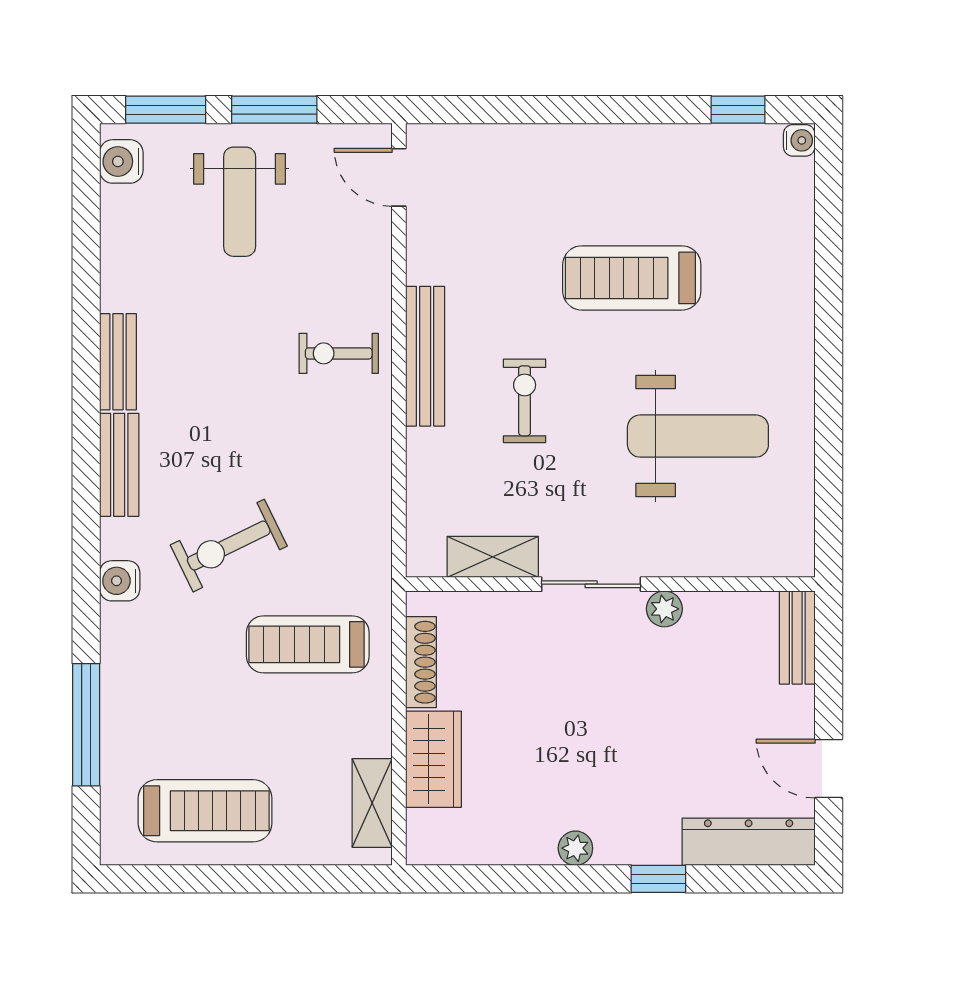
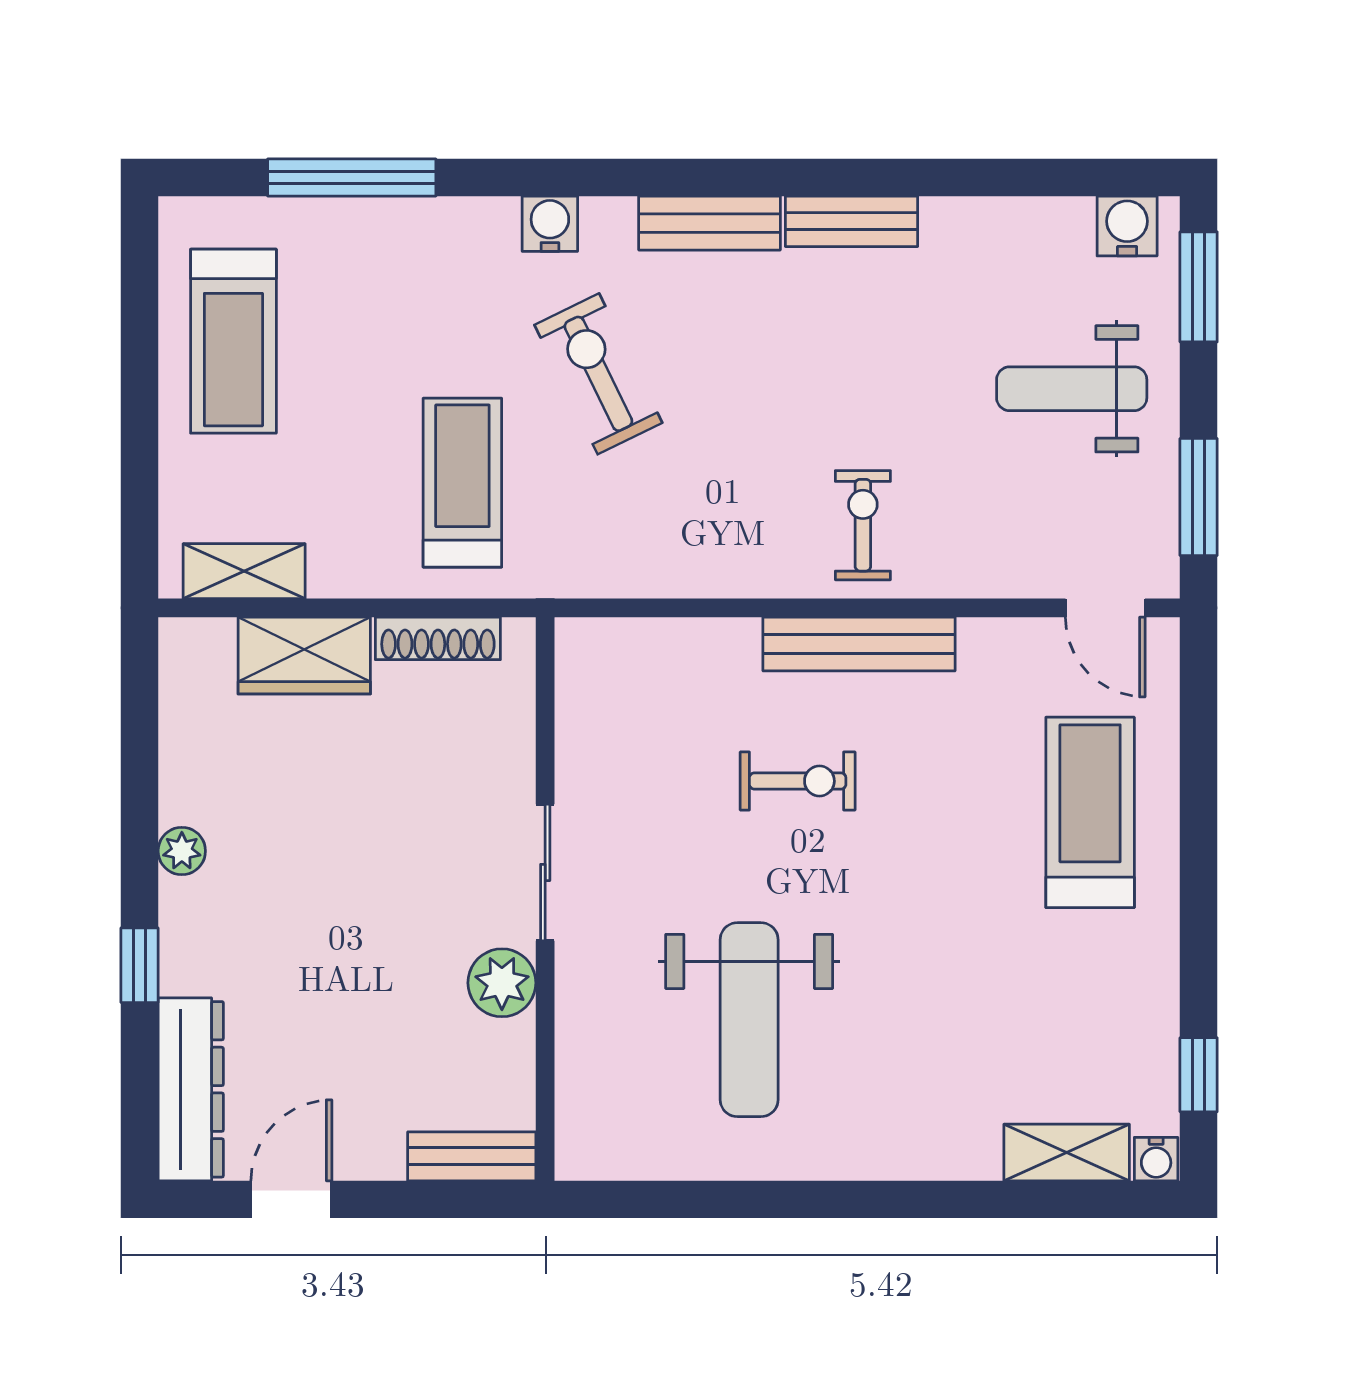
window: (274, 110) -> (1199, 497), moved
door: (399, 177) -> (1105, 608), swing flipped
treadmill: (632, 278) -> (1090, 812), moved
shelving: (493, 557) -> (1067, 1152), moved, turned 90
plant: (664, 609) -> (502, 983), width x1.38, depth x1.38

